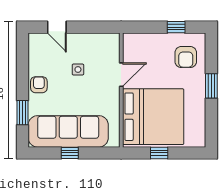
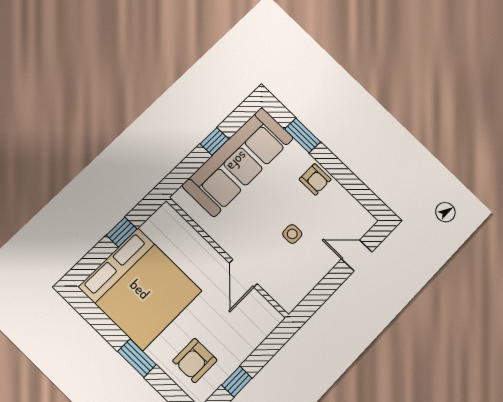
armchair: (186, 57) -> (195, 360), turned -90
bed: (153, 117) -> (140, 289), moved, turned -90

